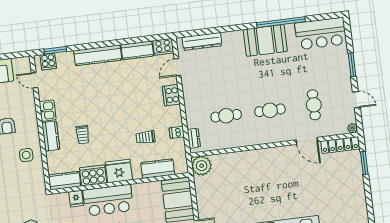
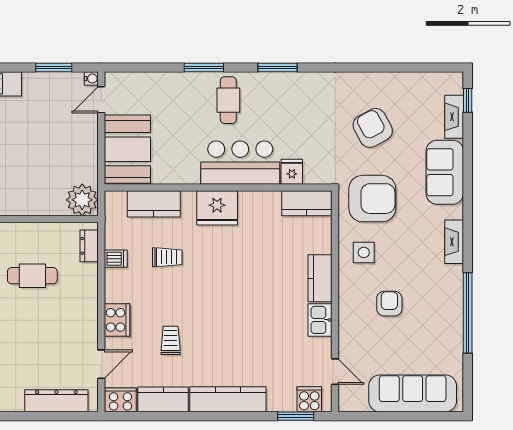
trolley: (83, 135) -> (171, 340), moved
cooker: (93, 175) -> (260, 206), removed
armchair: (25, 188) -> (372, 199), added

